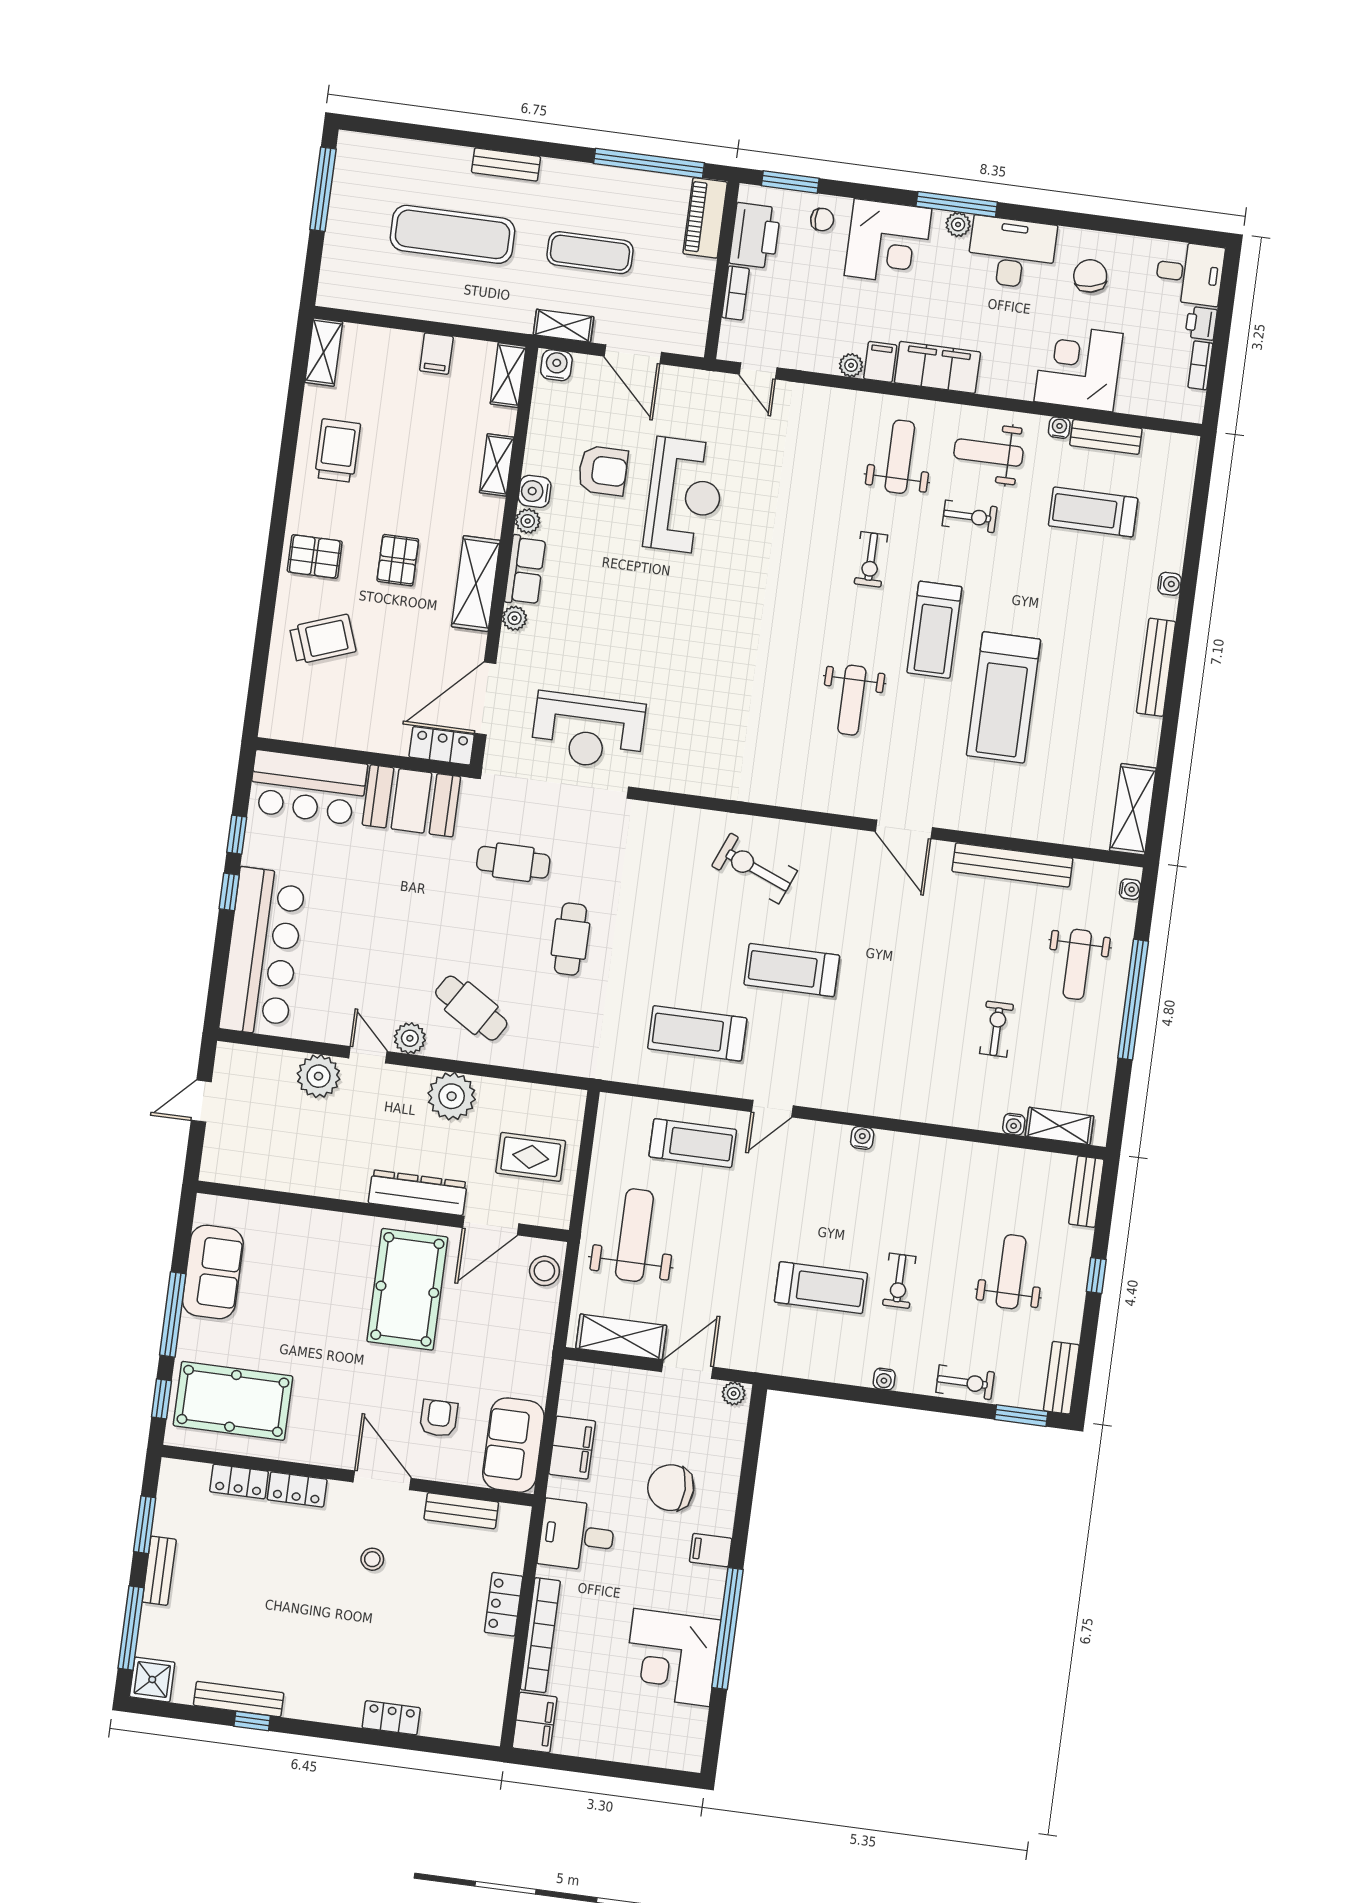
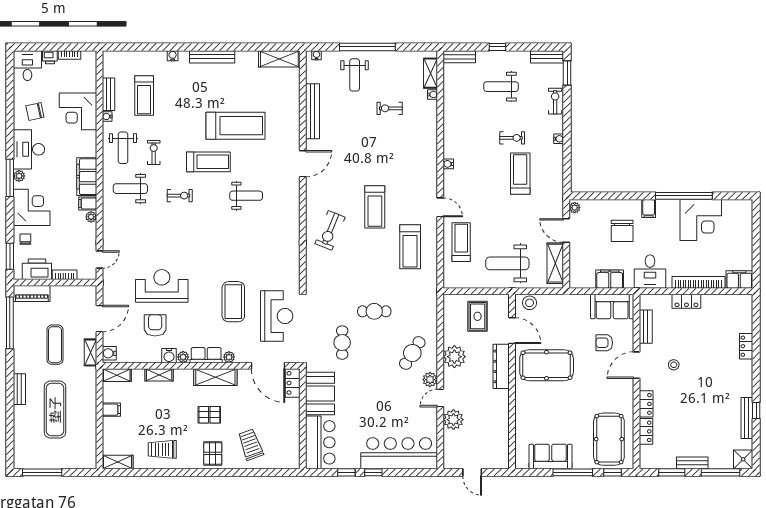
coffee table: (631, 643) -> (233, 302), added
weight bench: (1077, 964) -> (355, 75), turned 90

